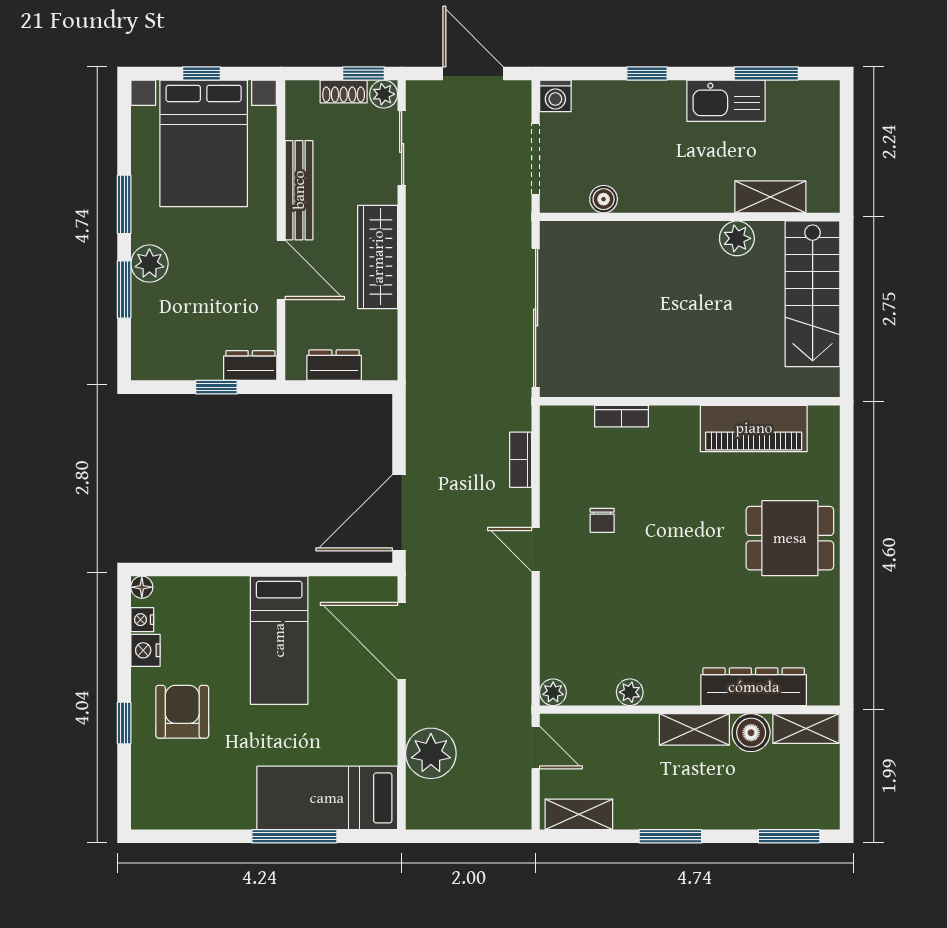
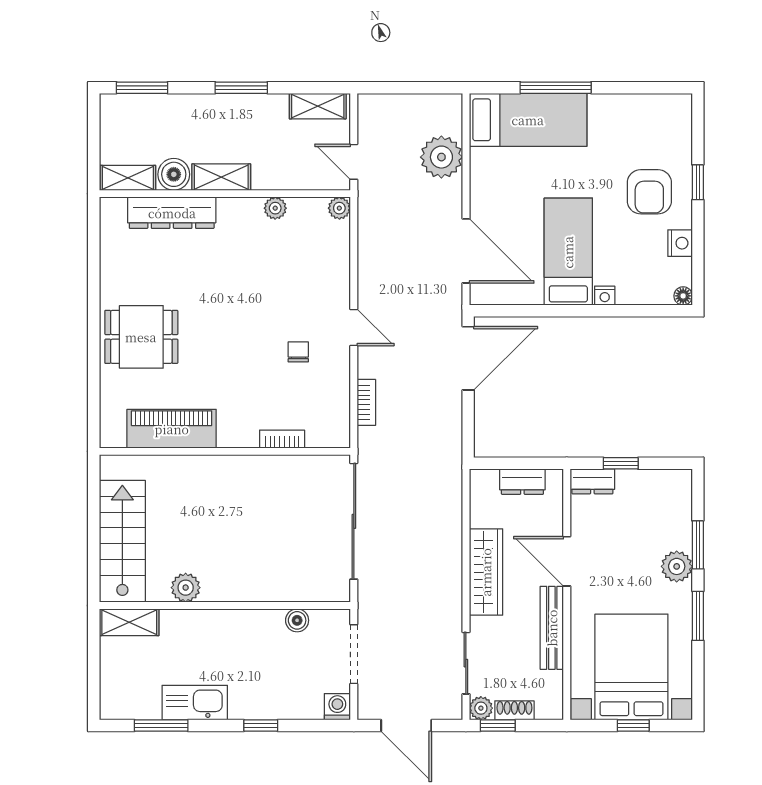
shelving: (770, 197) -> (129, 622), moved
nightstand: (142, 620) -> (605, 296), moved, turned 90

